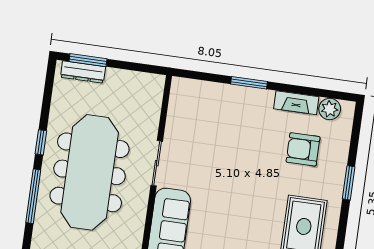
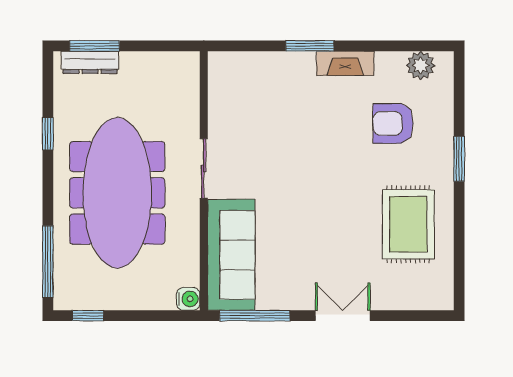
fireplace: (296, 103) -> (345, 63), moved
window: (41, 142) -> (48, 134), moved
window: (33, 196) -> (48, 262), moved

